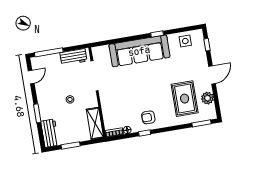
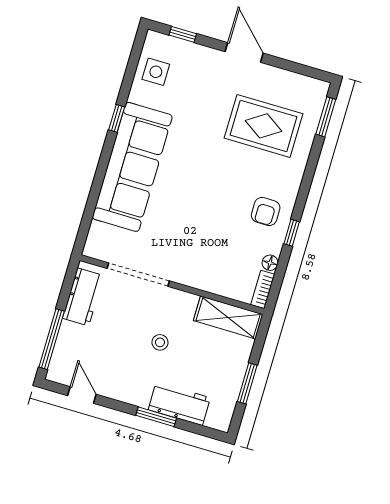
plant: (207, 98) -> (284, 82), removed
workbench: (50, 133) -> (179, 404), moved

